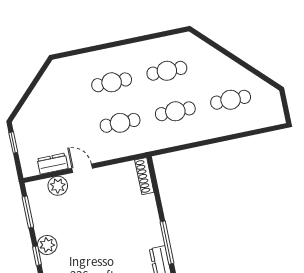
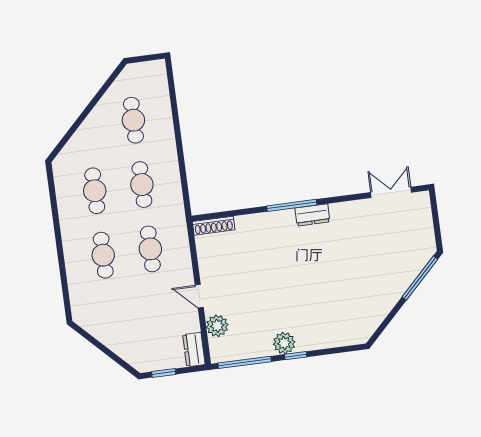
dresser: (53, 164) -> (194, 350), moved
door: (82, 168) -> (199, 296), hinge flipped
window: (28, 212) -> (245, 362), width x1.44

